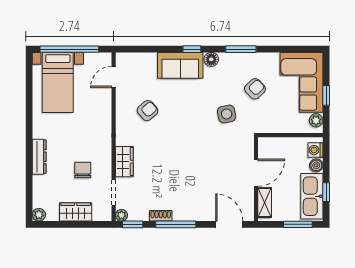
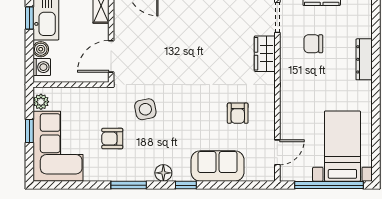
sofa: (180, 65) -> (218, 166), moved
armchair: (255, 89) -> (112, 139), turned 43
armchair: (148, 111) -> (238, 113), turned -49
chair: (83, 170) -> (313, 44), turned 90
door: (256, 173) -> (111, 56), moved

